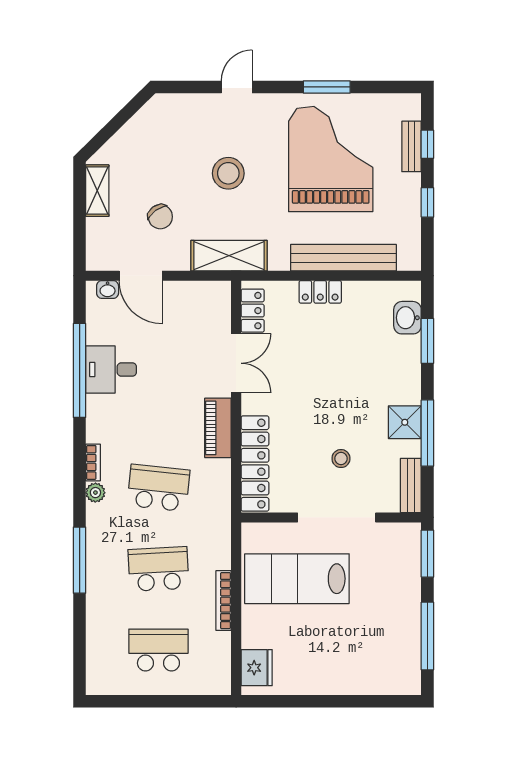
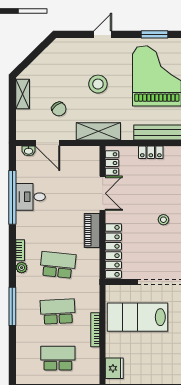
stool: (341, 459) -> (163, 220), moved

